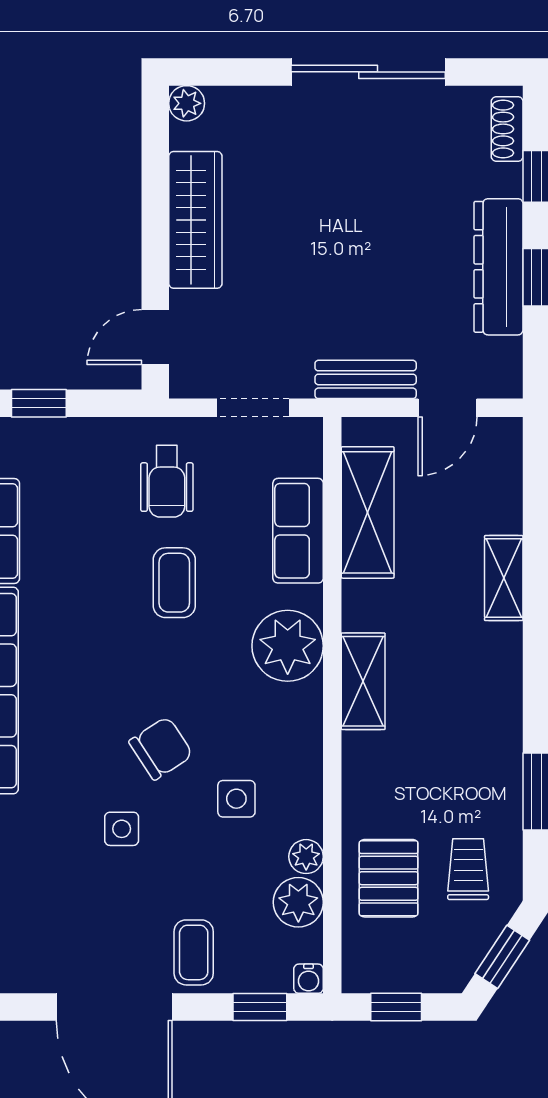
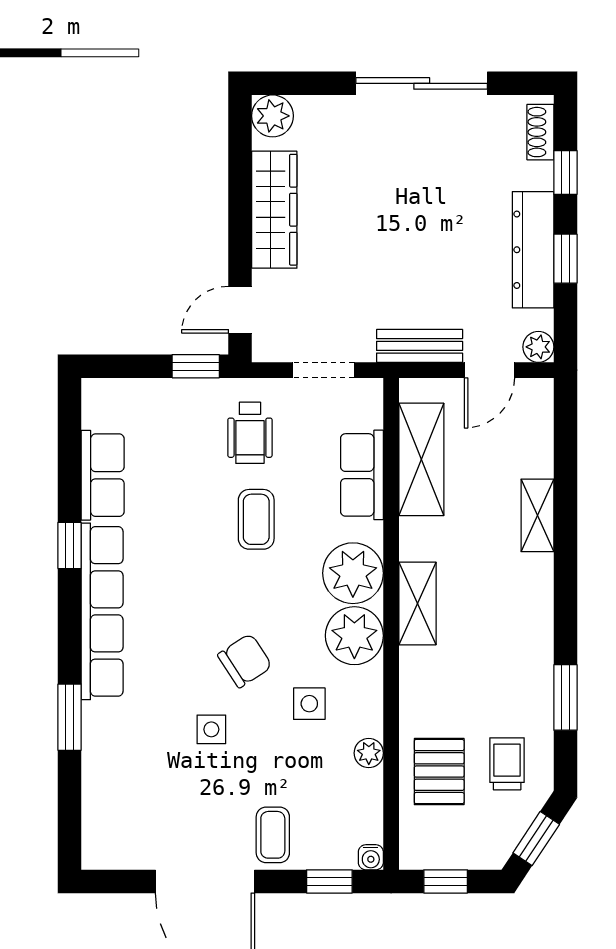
plant: (187, 103) -> (273, 116), width x1.38, depth x1.38
plant: (505, 381) -> (538, 347), added
window: (39, 403) -> (196, 366), moved
plant: (298, 902) -> (354, 636), moved, width x1.36, depth x1.36

